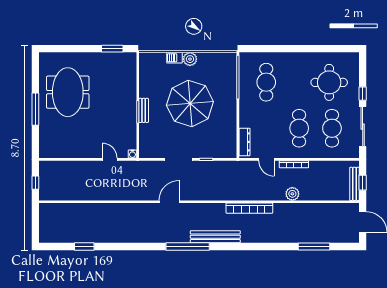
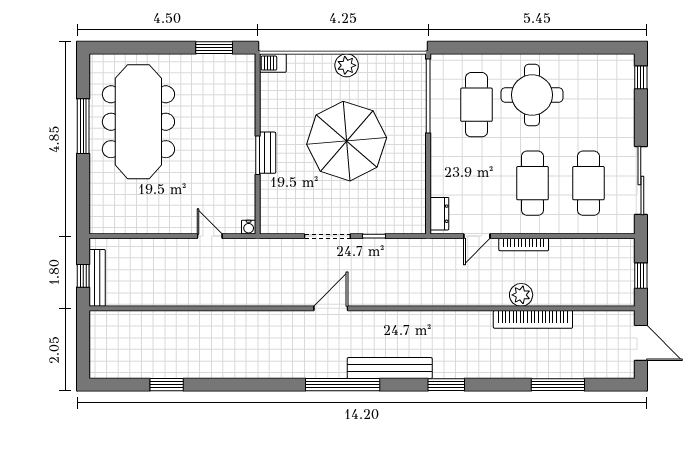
barbecue: (174, 58) -> (273, 63), moved
round table: (329, 82) -> (532, 95), moved
meeting table: (68, 92) -> (138, 122), width x1.36
window: (363, 94) -> (641, 77), moved
window: (35, 109) -> (83, 126), moved
dresser: (244, 142) -> (439, 214), width x0.70
door: (266, 159) -> (477, 236), hinge flipped
bench: (354, 184) -> (97, 278), moved
door: (169, 202) -> (331, 308), moved
bookcase: (249, 208) -> (533, 319), moved
window: (249, 246) -> (446, 385), added

